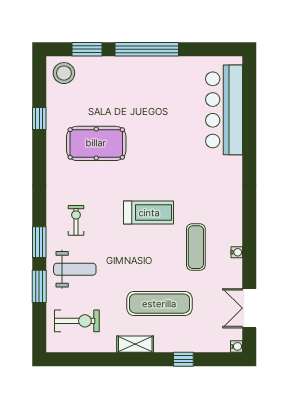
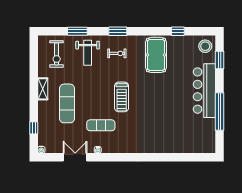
window: (147, 49) -> (220, 112), moved
bar counter: (224, 110) -> (204, 91), moved, turned -90
pool table: (96, 143) -> (156, 55), moved
window: (39, 242) -> (118, 31), moved
double door: (249, 308) -> (75, 157), moved
window: (183, 359) -> (34, 128), moved

